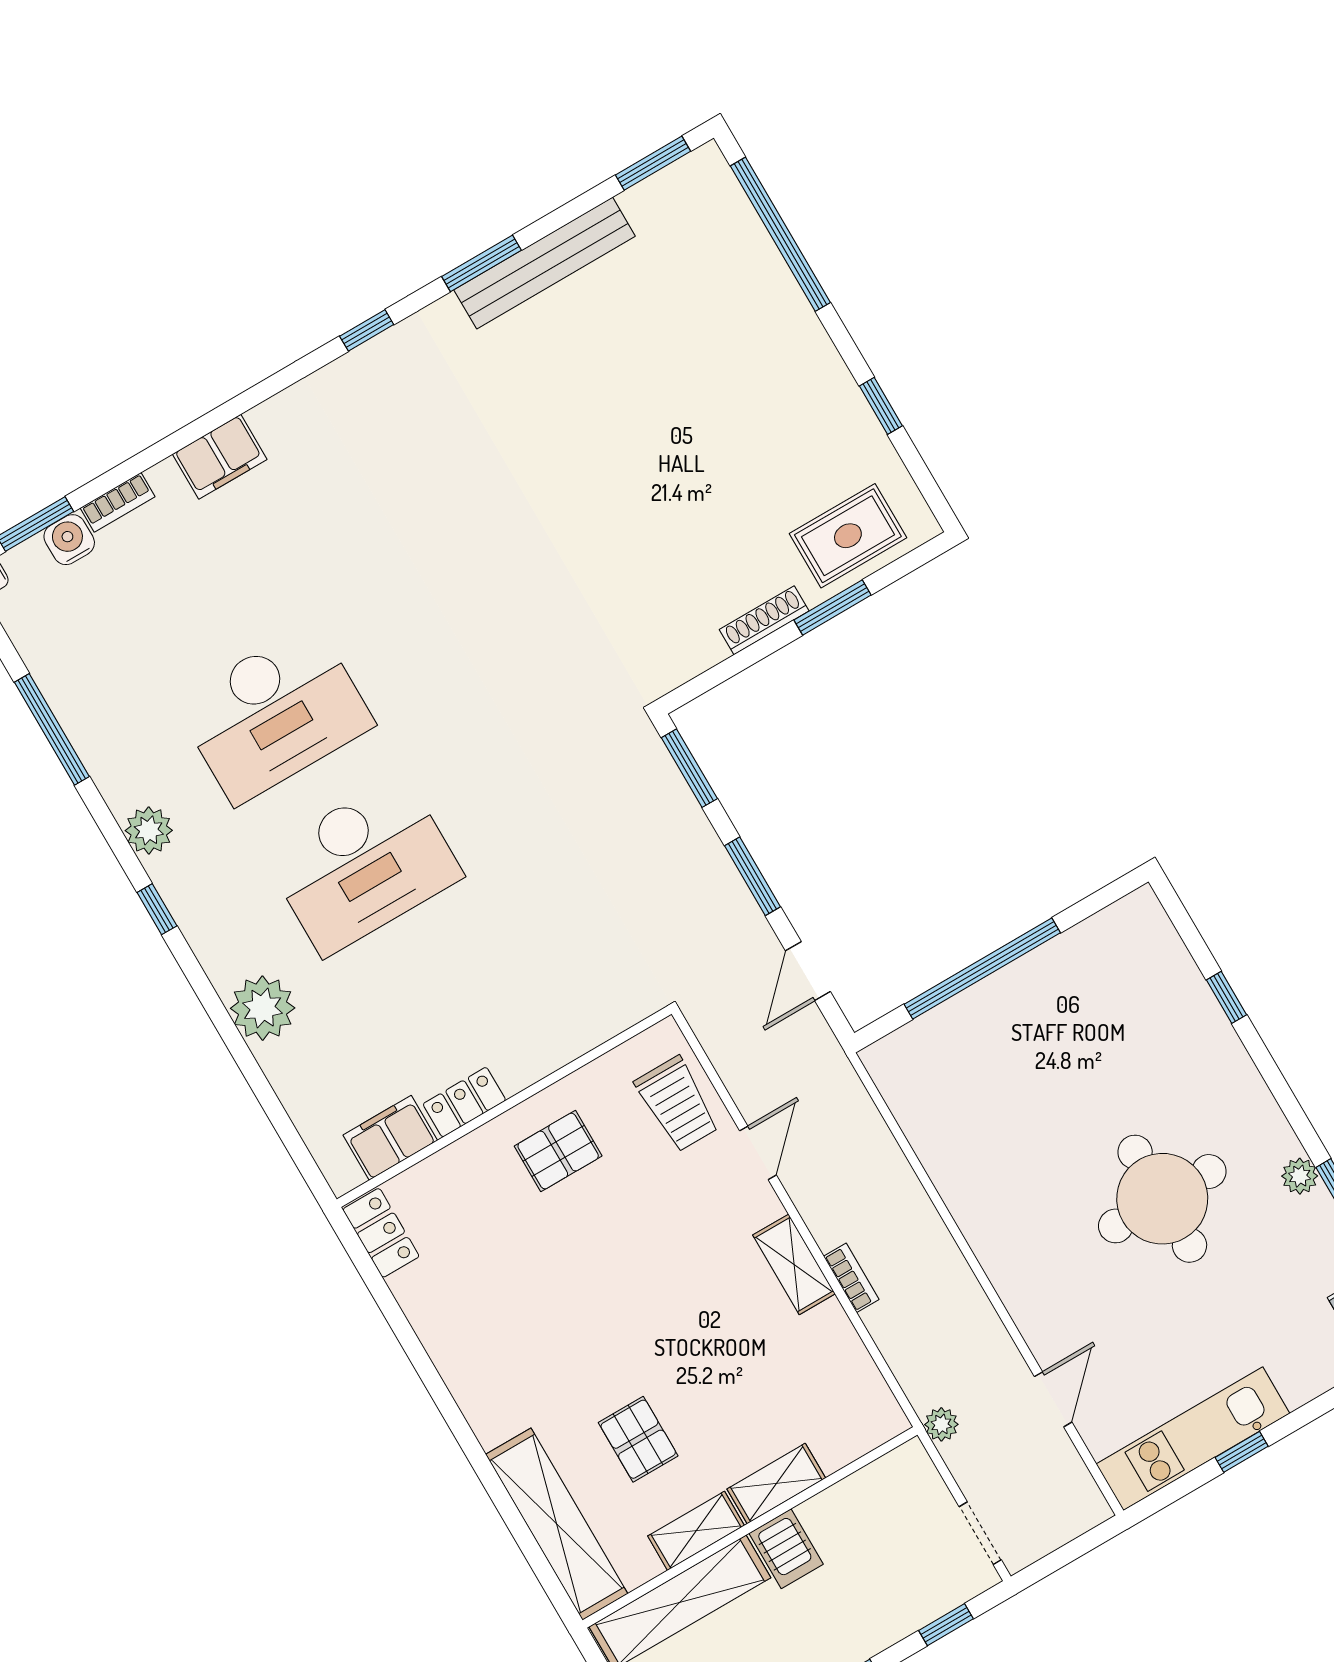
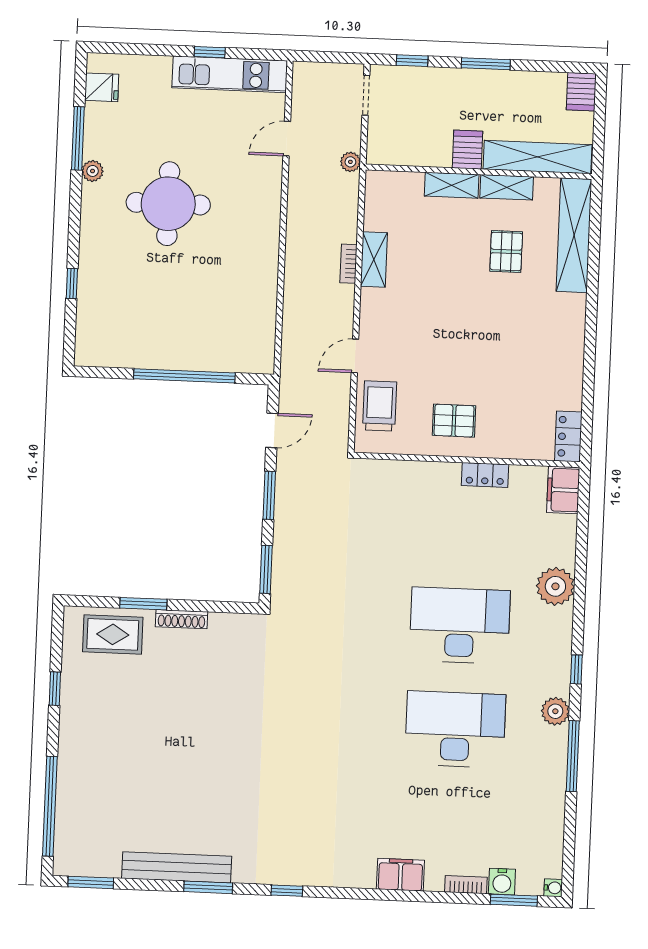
window: (52, 729) -> (573, 756), moved
filing cabinet: (390, 1138) -> (563, 490), moved, turned 90
shelving: (794, 1264) -> (374, 259), moved

